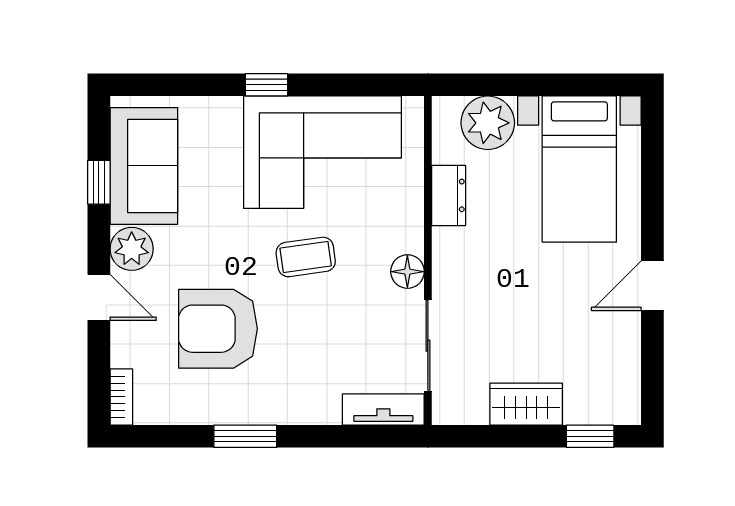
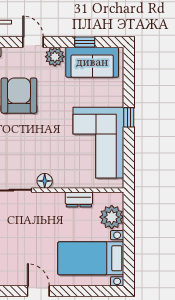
coffee table: (306, 257) -> (51, 135), removed
door: (99, 297) -> (33, 42), swing flipped

